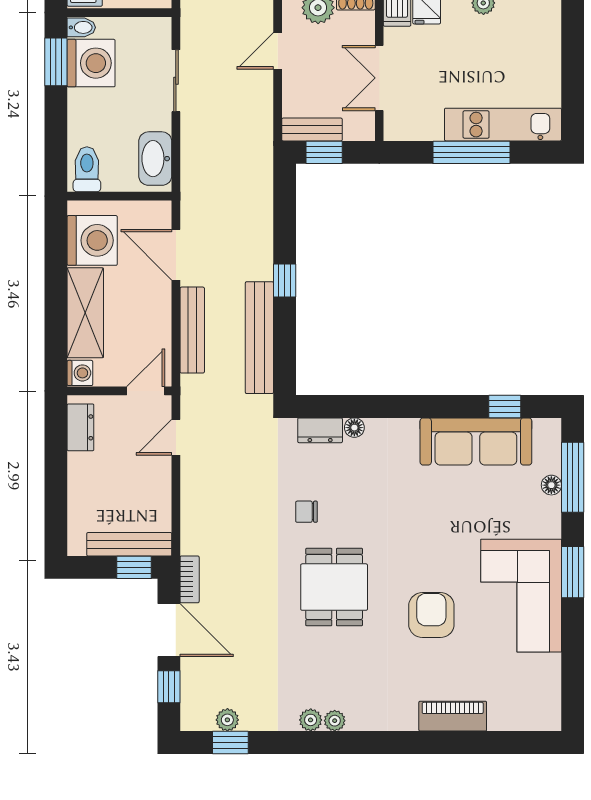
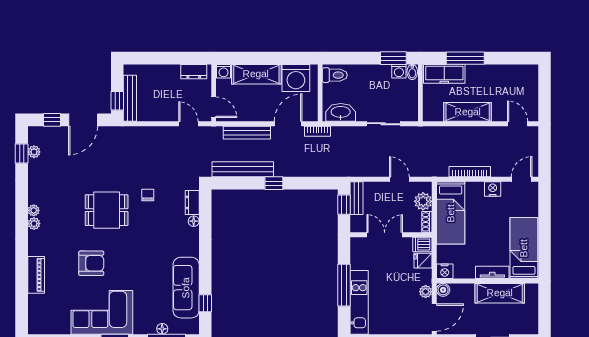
washing machine: (91, 63) -> (399, 71), width x0.53, depth x0.53
bookcase: (190, 579) -> (317, 131), moved
plant: (311, 720) -> (34, 224), moved

